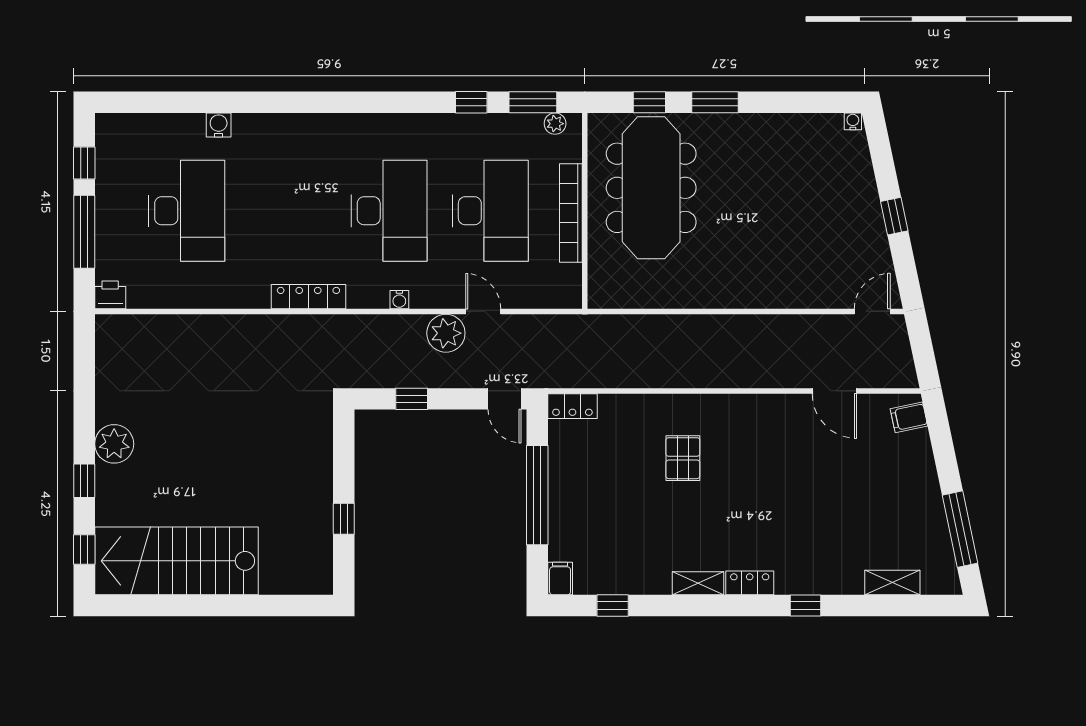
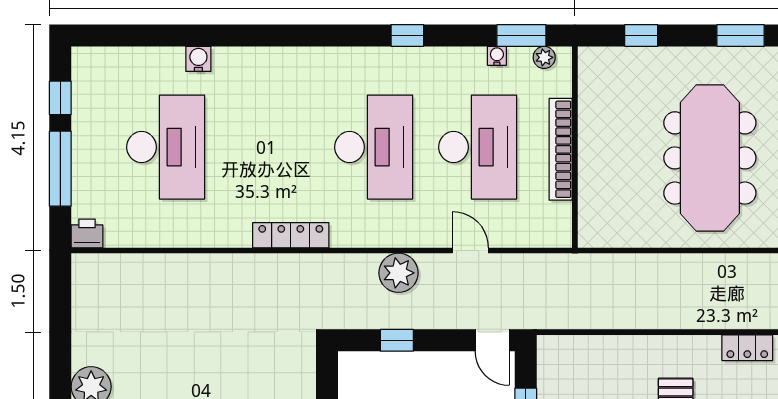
window: (471, 102) -> (407, 35), moved
window: (715, 102) -> (741, 35), moved
meeting table: (651, 188) -> (710, 158), moved
water cooler: (399, 300) -> (497, 56), moved, turned 180
plant: (446, 333) -> (399, 273), moved
locker: (572, 406) -> (747, 348), moved

